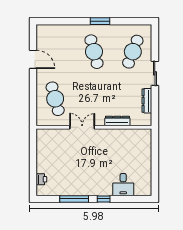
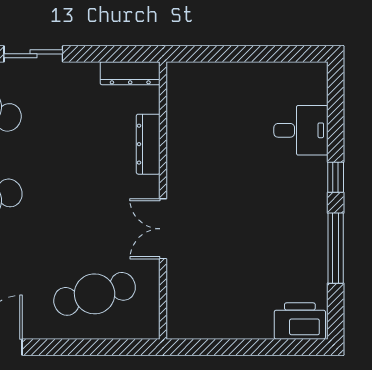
dresser: (147, 101) -> (130, 73), moved
printer: (41, 179) -> (300, 321), width x1.87, depth x1.48

